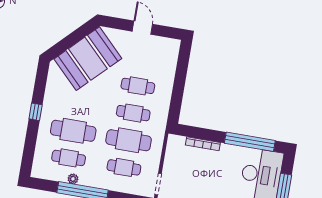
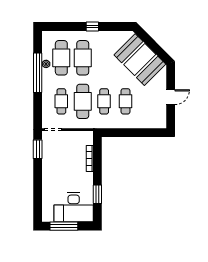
window: (250, 142) -> (97, 194), width x0.47
cafe table: (69, 158) -> (61, 58), width x1.37, depth x1.35

